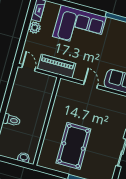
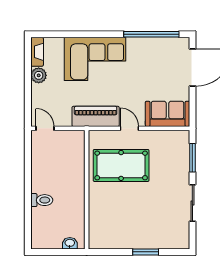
piano: (57, 66) -> (96, 116), moved
pool table: (73, 146) -> (121, 165), moved, turned 90

